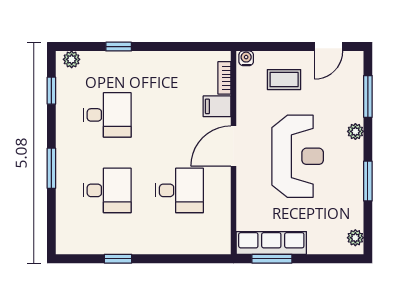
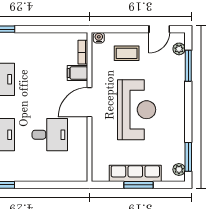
plant: (355, 131) -> (179, 49), moved
window: (368, 181) -> (188, 157), moved
row of seats: (271, 243) -> (135, 173), moved
window: (272, 259) -> (138, 185), moved

